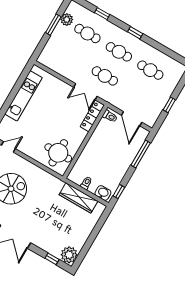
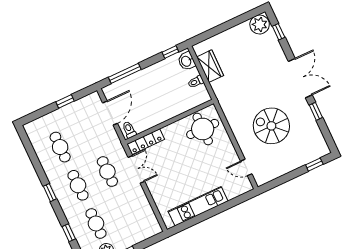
wardrobe: (78, 198) -> (210, 66), width x0.67

